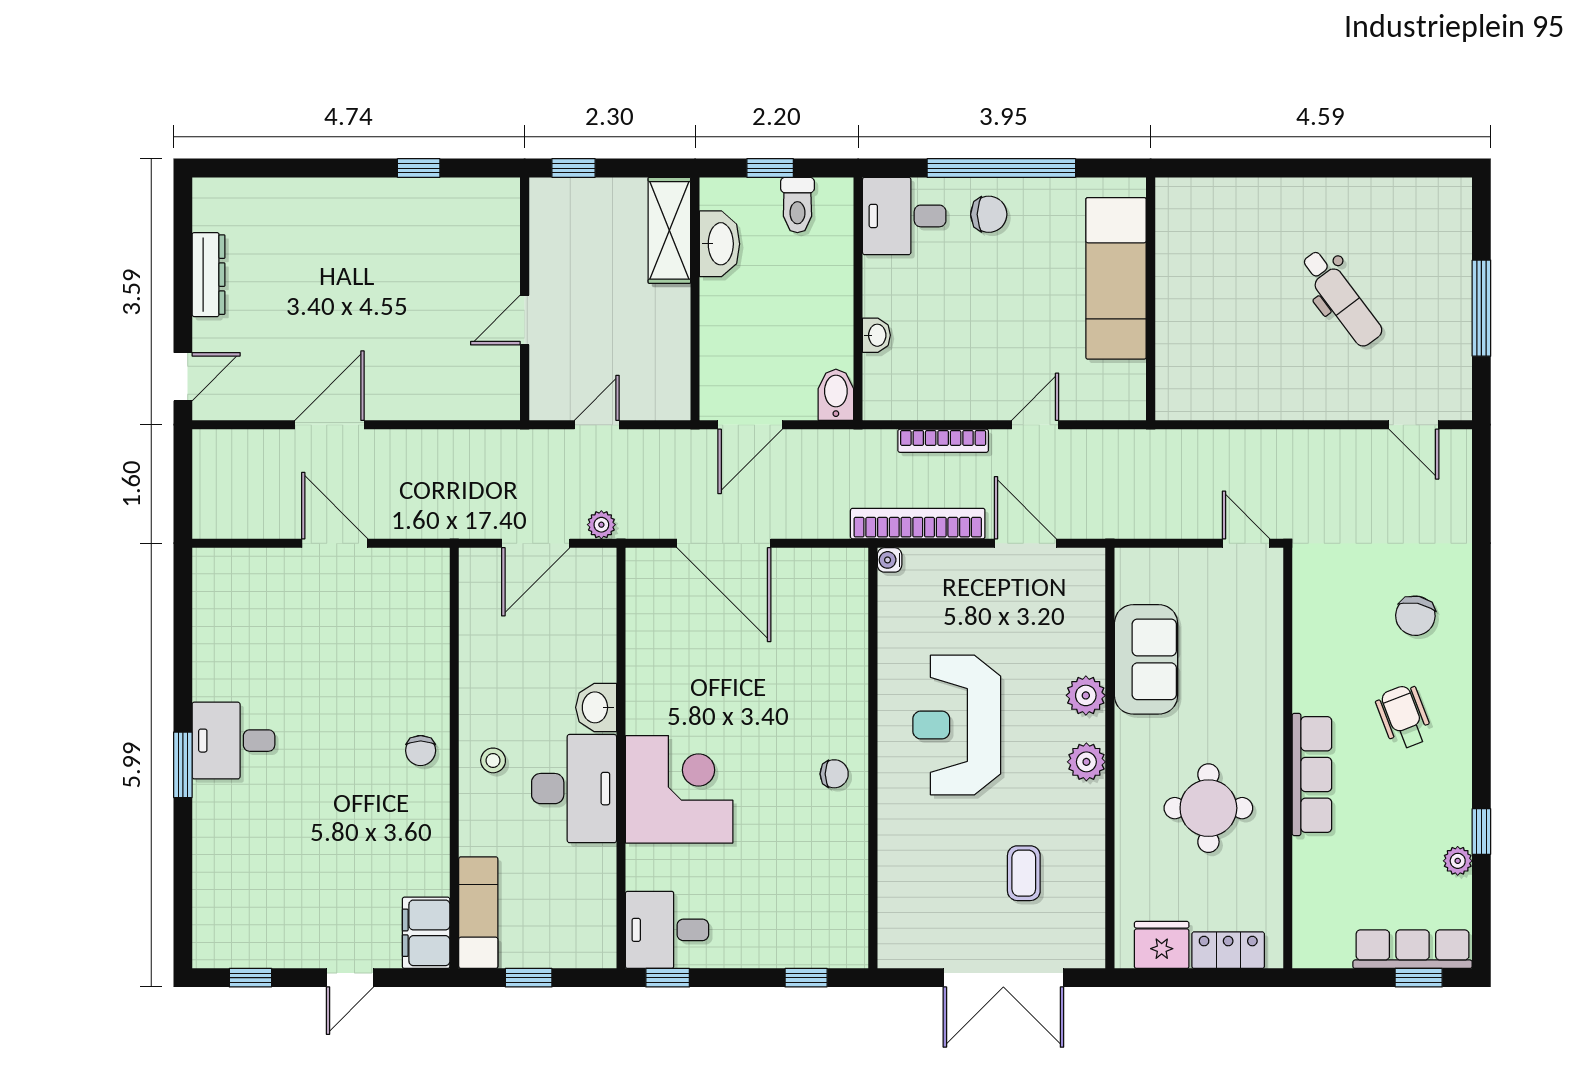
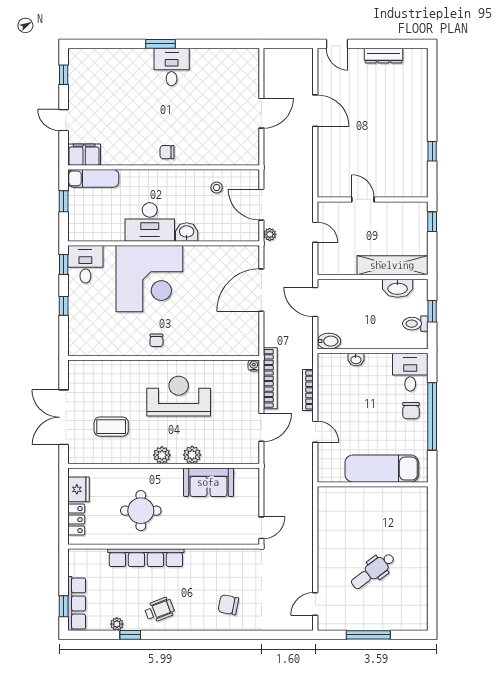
shelving: (669, 230) -> (392, 265), width x1.47
wheelchair: (1404, 717) -> (159, 610), moved
stool: (493, 760) -> (217, 188), moved
row of seats: (1312, 774) -> (146, 558), width x1.36
corner desk: (679, 789) -> (149, 279), width x1.36, depth x1.36
coffee table: (1024, 873) -> (111, 427), width x1.36, depth x1.30
window: (806, 978) -> (64, 306), moved

